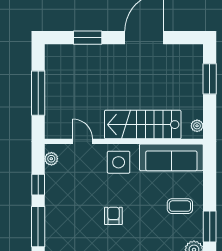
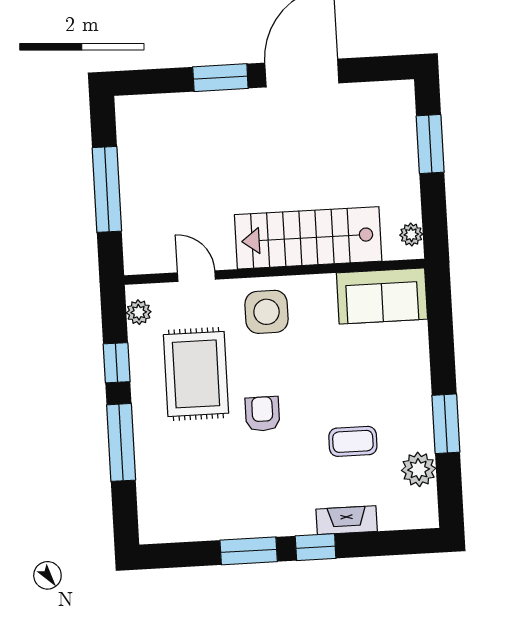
window: (88, 38) -> (220, 78), moved
sofa: (171, 157) -> (382, 296), width x0.73
rug: (80, 193) -> (196, 374), added
coffee table: (180, 206) -> (353, 441), moved

